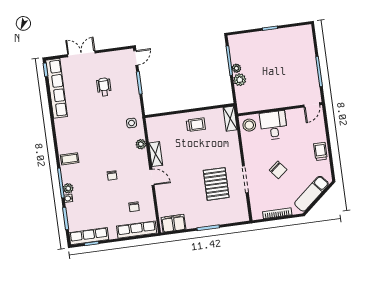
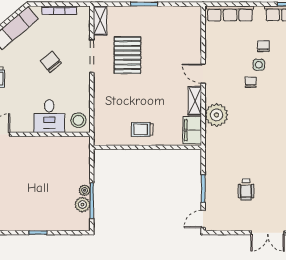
plant: (240, 80) -> (82, 205), moved
shelving: (230, 119) -> (100, 20), moved
side table: (132, 123) -> (259, 65), moved
plant: (141, 144) -> (216, 115), width x1.88, depth x1.88
chair: (134, 207) -> (263, 46), moved
filing cabinet: (173, 223) -> (192, 130), moved, turned 90

